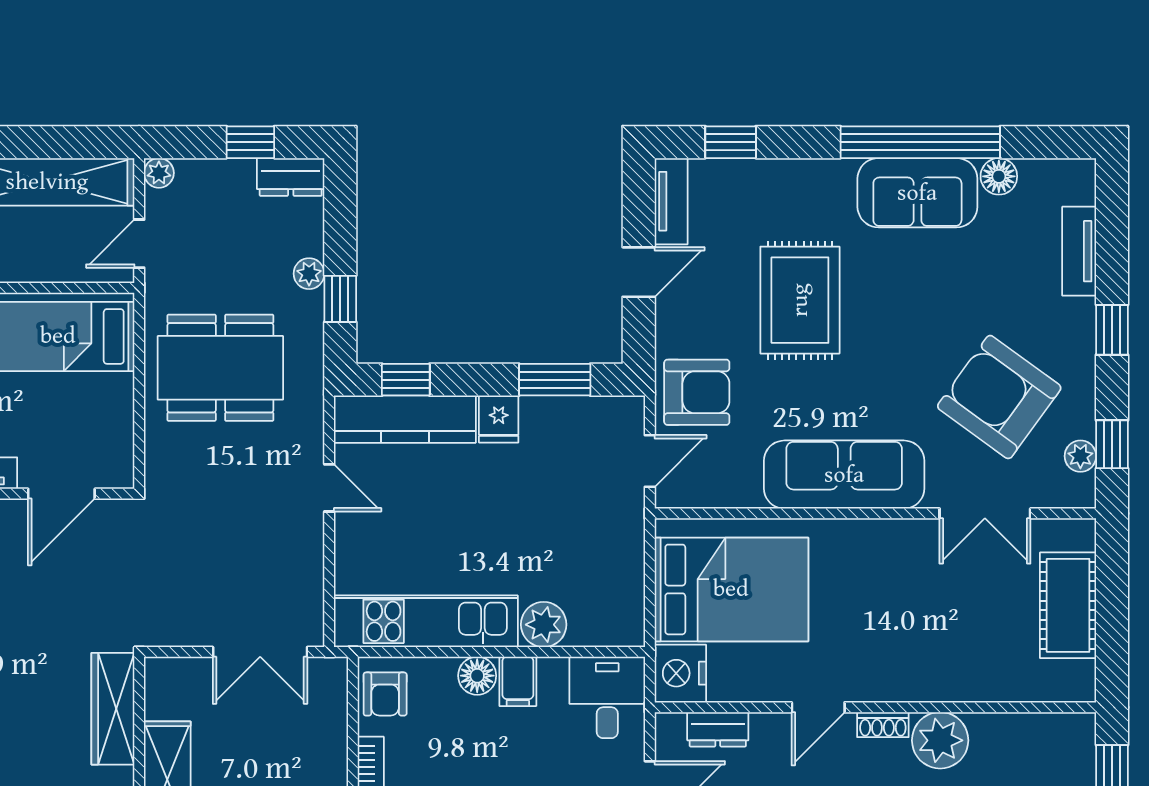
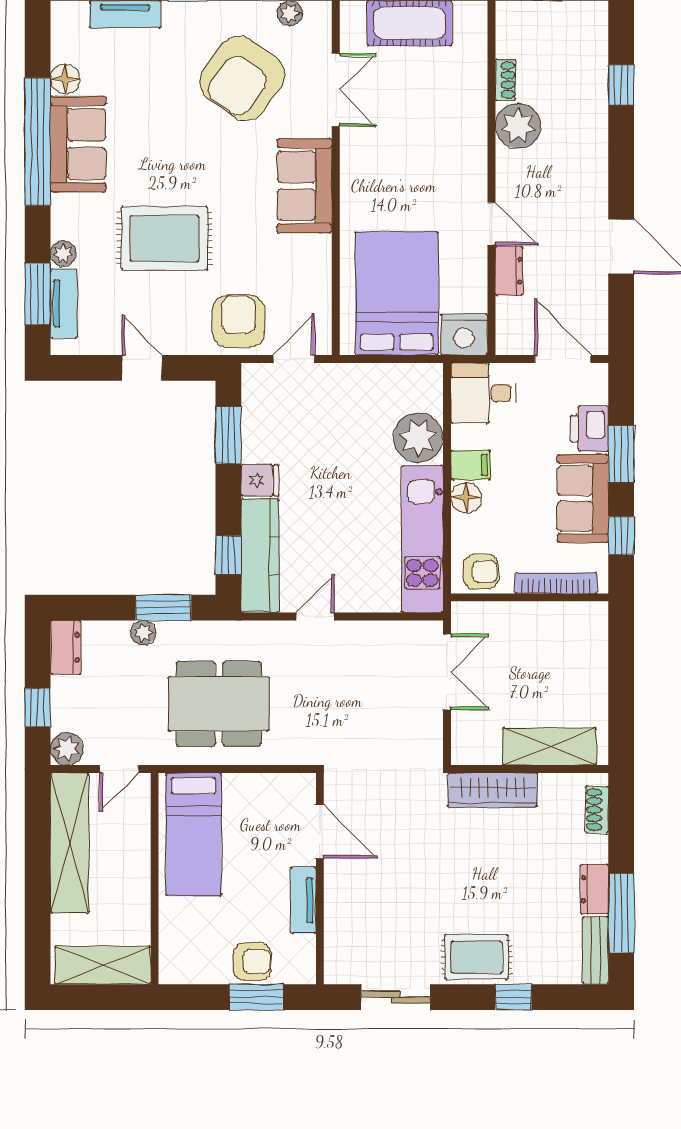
window: (250, 142) -> (38, 708), moved
window: (731, 142) -> (38, 294), width x1.50
plant: (159, 173) -> (67, 749), width x1.38, depth x1.38
plant: (781, 174) -> (63, 253), added
tv unit: (671, 201) -> (64, 303), moved, turned 90
door: (139, 244) -> (119, 769), hinge flipped
window: (340, 299) -> (163, 608), width x1.50
dining table: (220, 368) -> (219, 704), turned 90
door: (650, 461) -> (294, 359), hinge flipped
sofa: (844, 475) -> (305, 186), width x0.73
plant: (544, 625) -> (418, 438), width x1.36, depth x1.36
shoe rack: (883, 725) -> (505, 80), moved
dresser: (718, 729) -> (509, 271), moved

